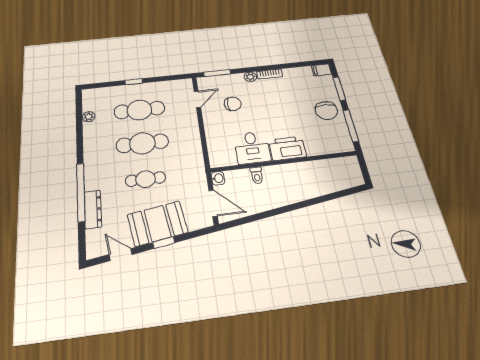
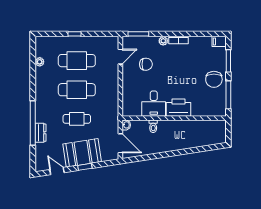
dresser: (93, 209) -> (40, 133), width x0.70

